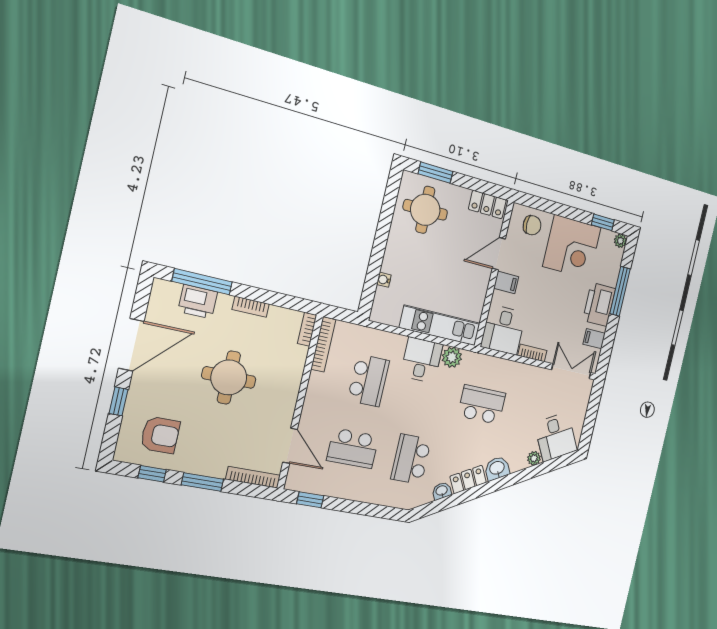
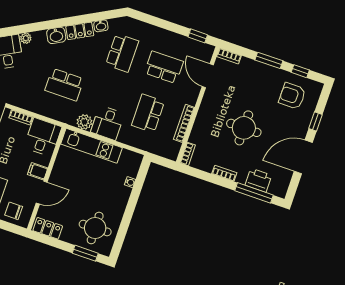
bookcase: (323, 344) -> (184, 123), moved
bookcase: (253, 477) -> (229, 56), width x0.64

